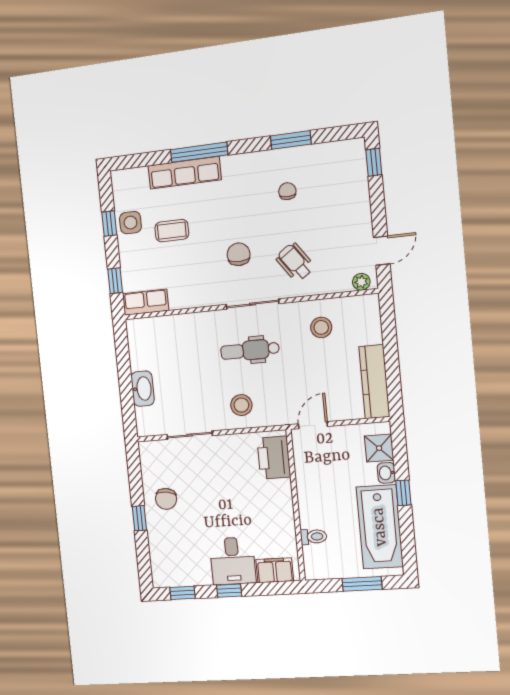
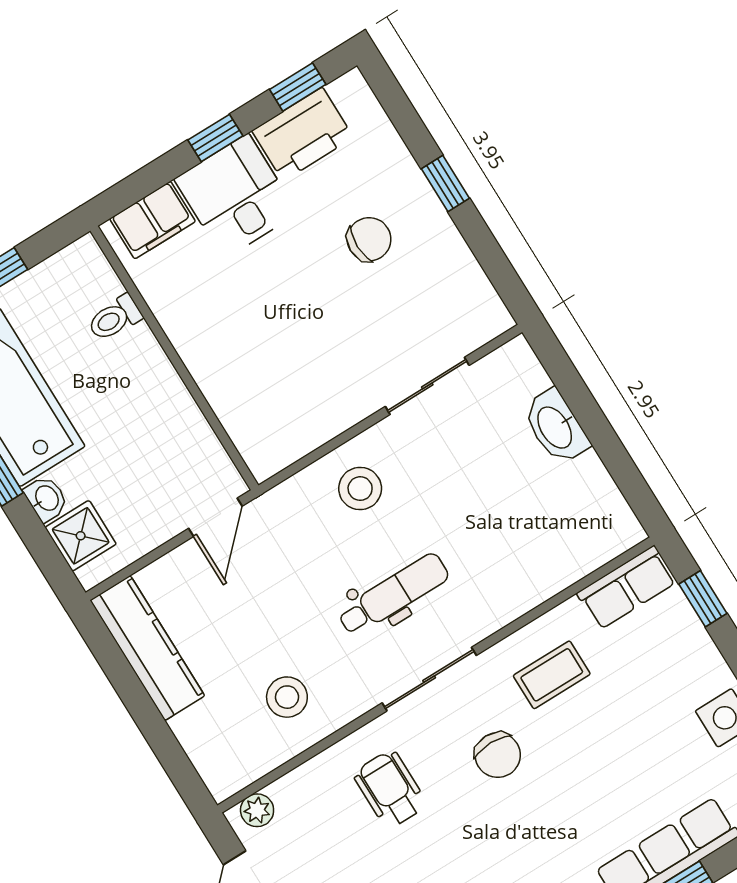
coffee table: (172, 231) -> (552, 675), moved
wheelchair: (295, 262) -> (390, 789), turned -145
printer: (274, 458) -> (303, 134), moved, turned 90
chair: (166, 499) -> (369, 239), moved, turned 82

